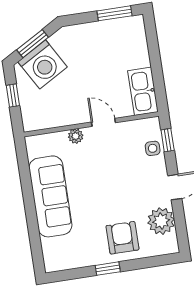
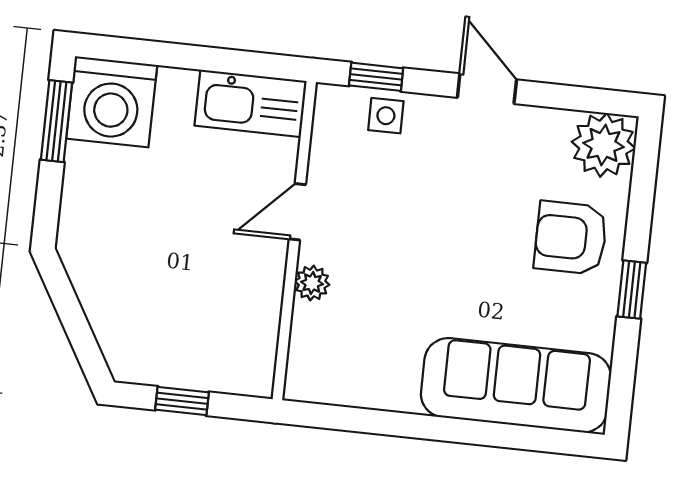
window: (33, 44) -> (76, 325), removed
washing machine: (43, 64) -> (112, 102), moved, turned 120
sofa: (50, 196) -> (516, 385), moved
plant: (161, 221) -> (603, 145), moved

